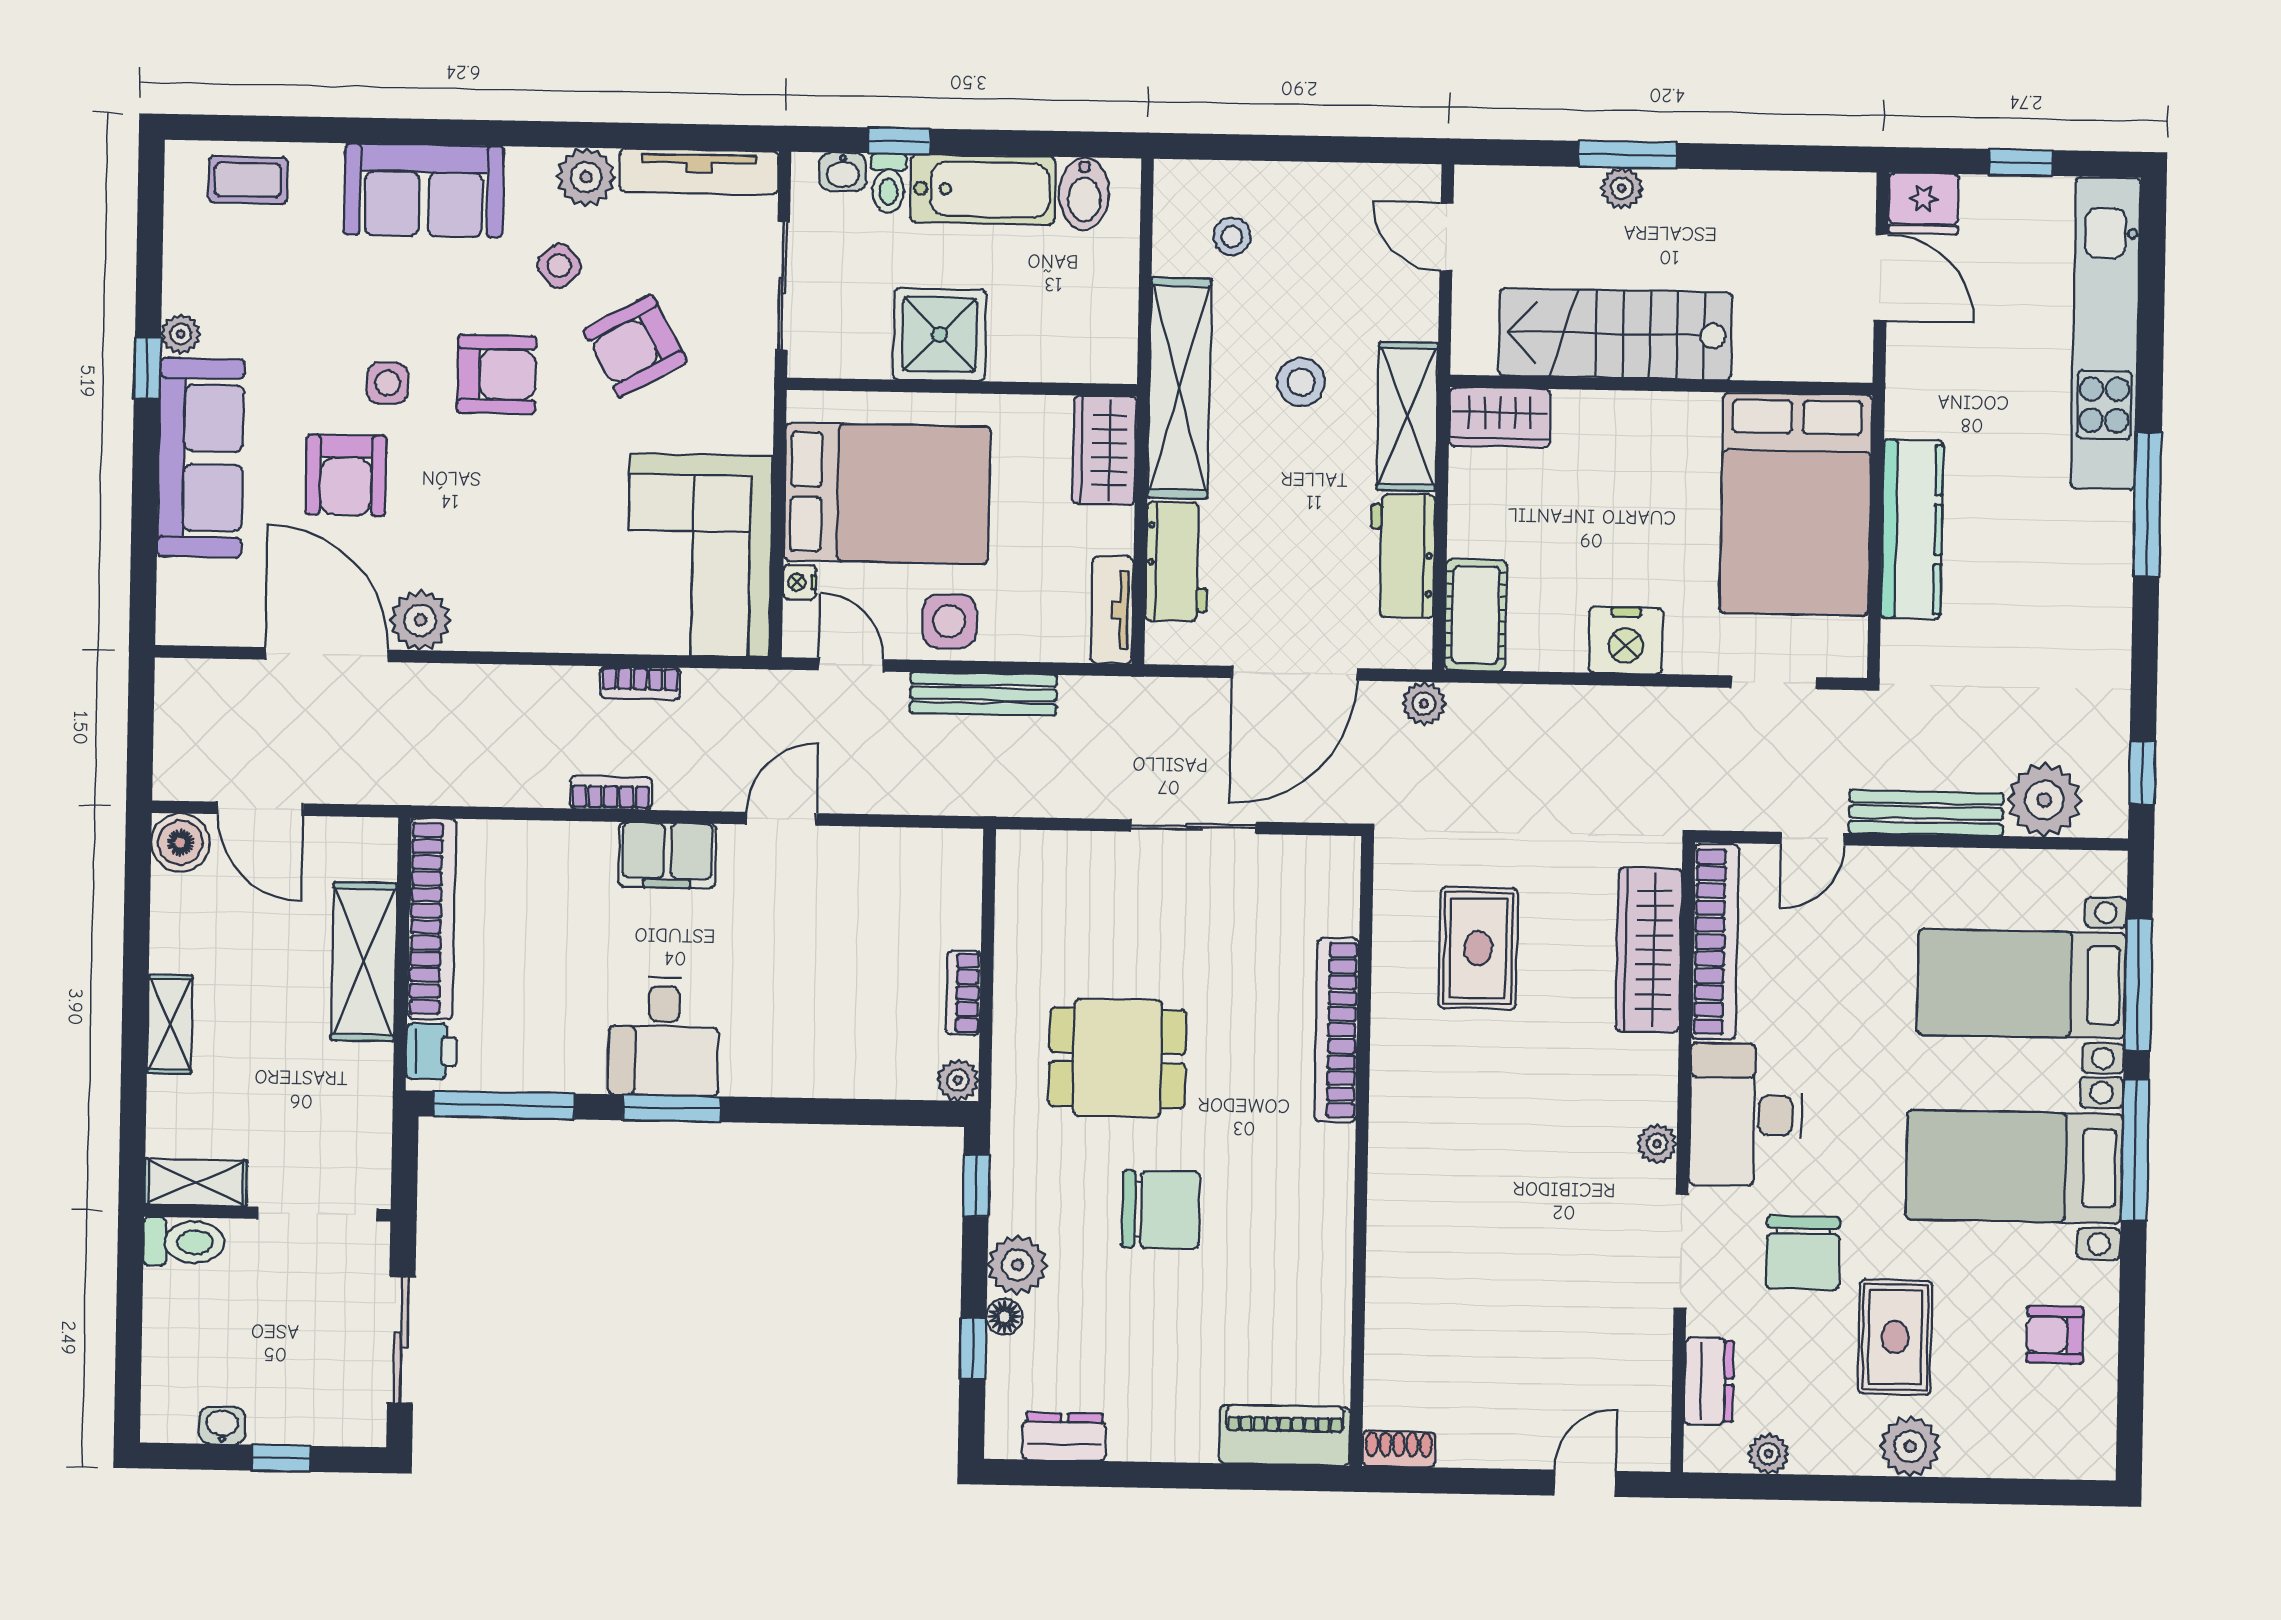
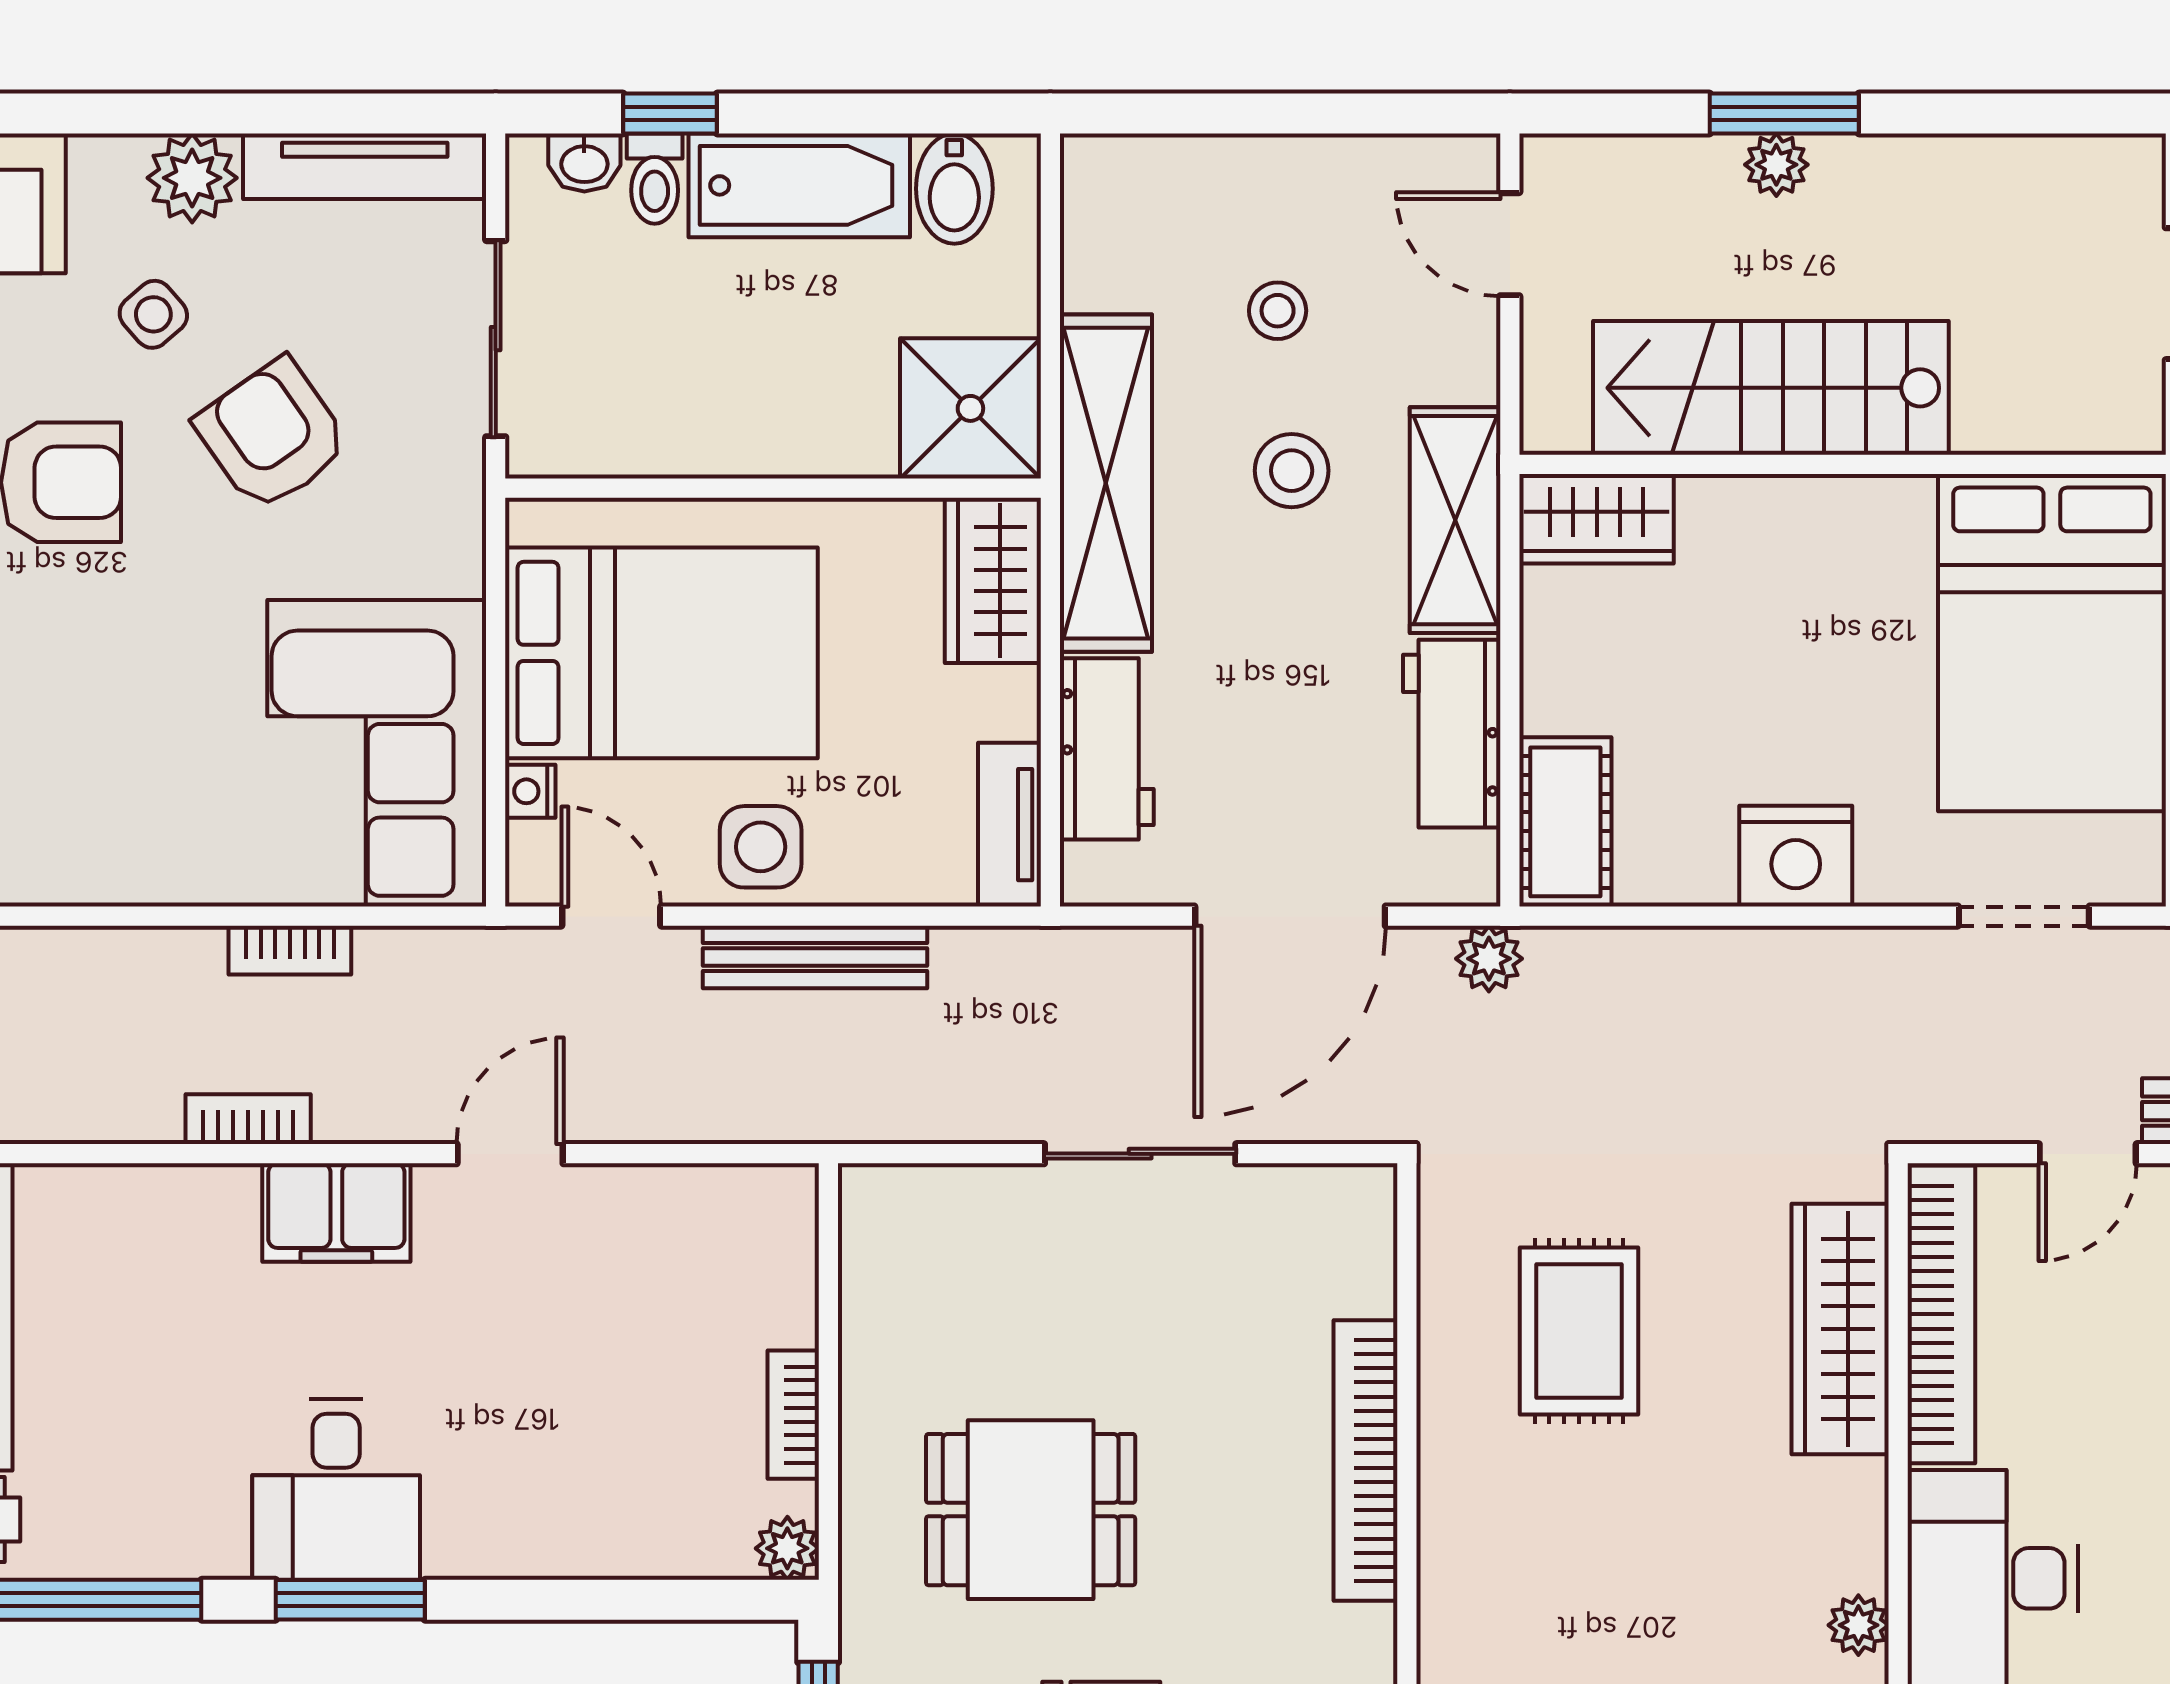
stool: (1232, 236) -> (1278, 311), moved
shower: (940, 334) -> (970, 408), moved
armchair: (635, 346) -> (272, 435), turned 84

